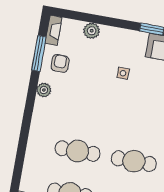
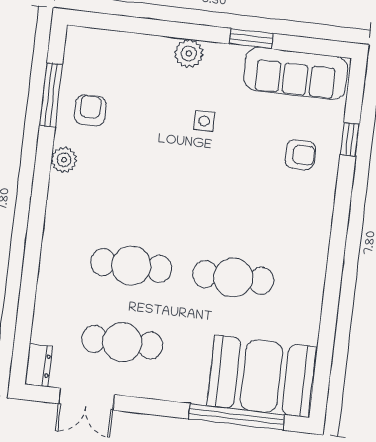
fireplace: (54, 30) -> (75, 52), removed
plant: (92, 31) -> (189, 53), moved

